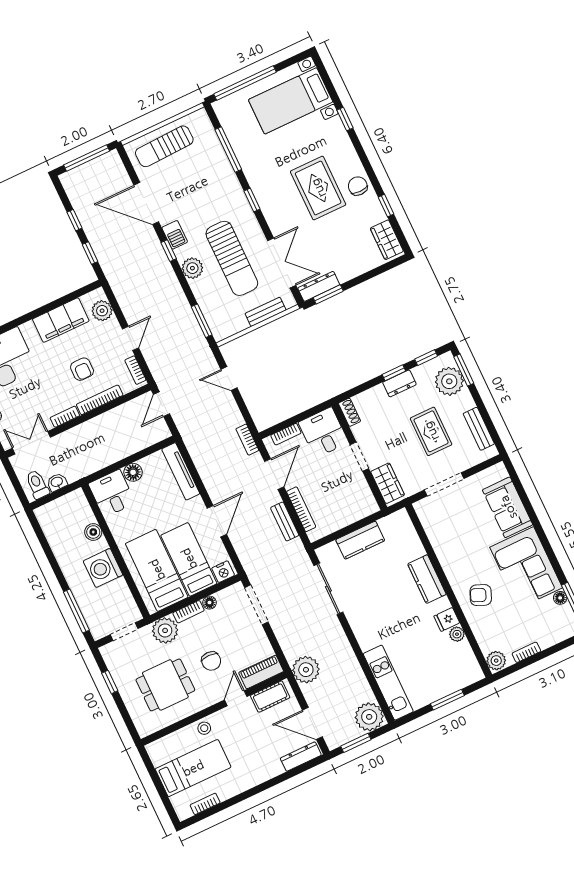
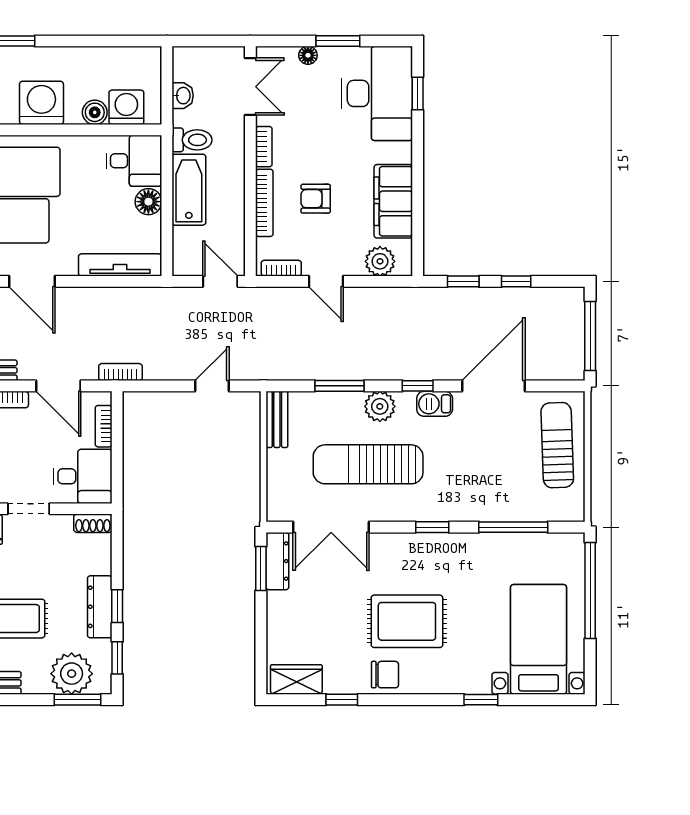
bench: (266, 312) -> (277, 419), moved
window: (202, 321) -> (339, 386), moved
dresser: (399, 383) -> (100, 607), width x1.44
bathtub: (114, 451) -> (189, 190), added
toilet: (37, 484) -> (192, 140), moved
washing machine: (81, 514) -> (126, 107), added

